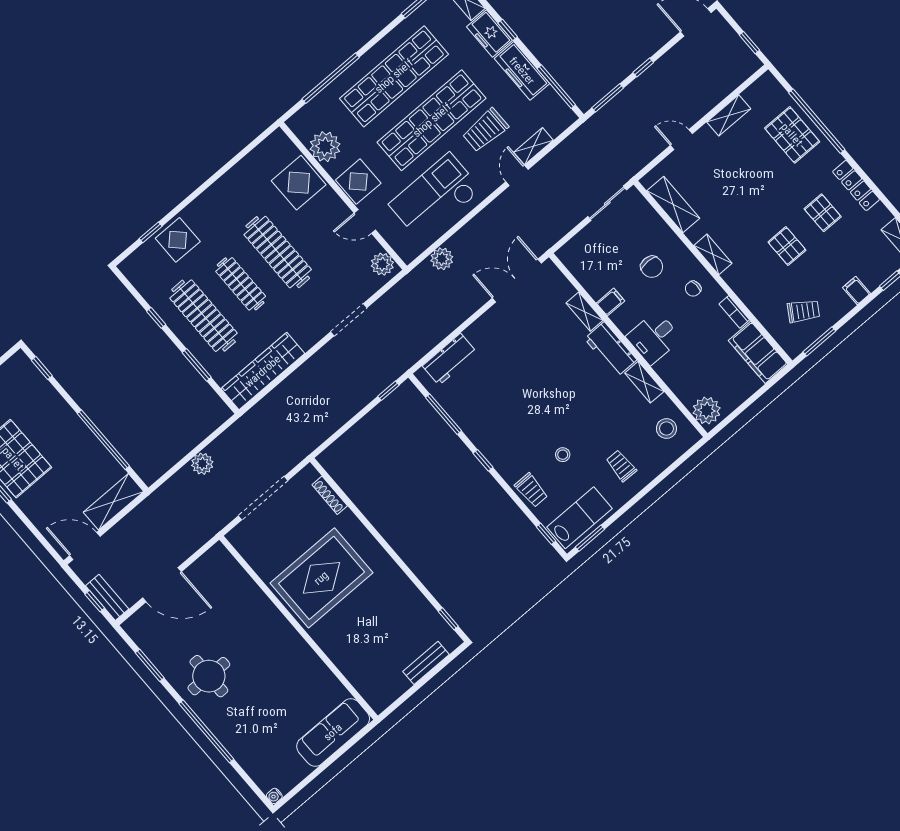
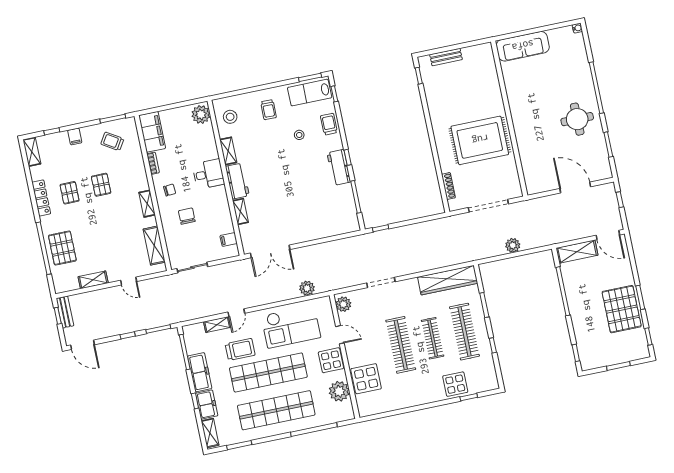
filing cabinet: (611, 302) -> (229, 240), moved
workbench: (450, 359) -> (339, 167), moved, turned -90
bench: (107, 597) -> (65, 312), moved

